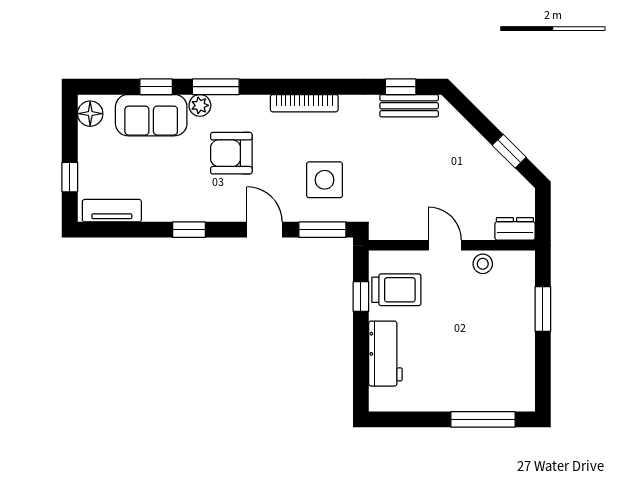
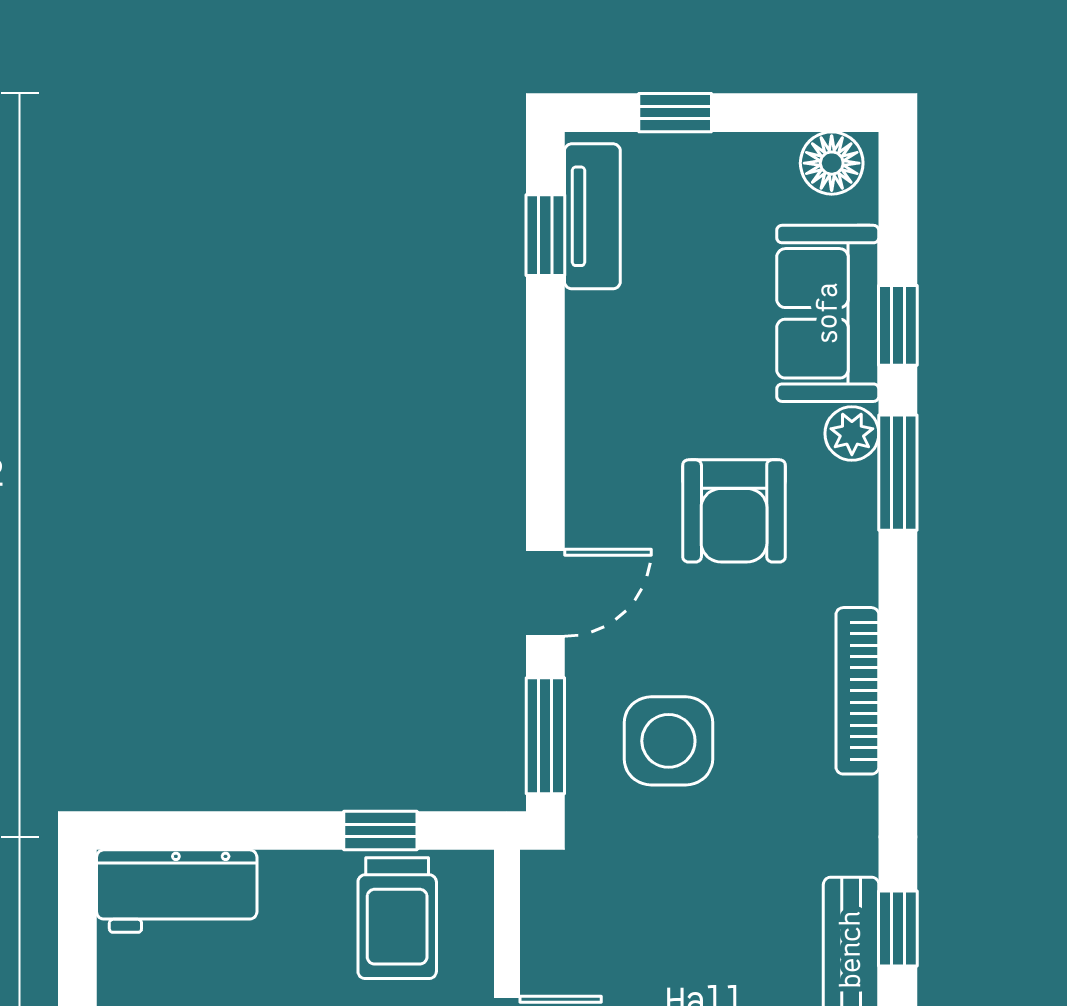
armchair: (231, 153) -> (734, 511), turned 180
window: (189, 230) -> (545, 235), moved
workbench: (385, 354) -> (177, 891), moved

